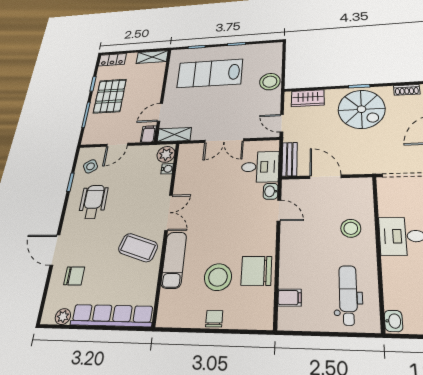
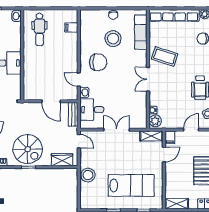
spiral stairs: (361, 109) -> (28, 149), turned 180
stool: (351, 228) -> (37, 68), removed
exam couch: (174, 260) -> (141, 32), moved
chair: (256, 271) -> (98, 62), moved

